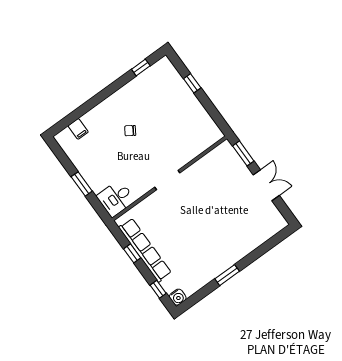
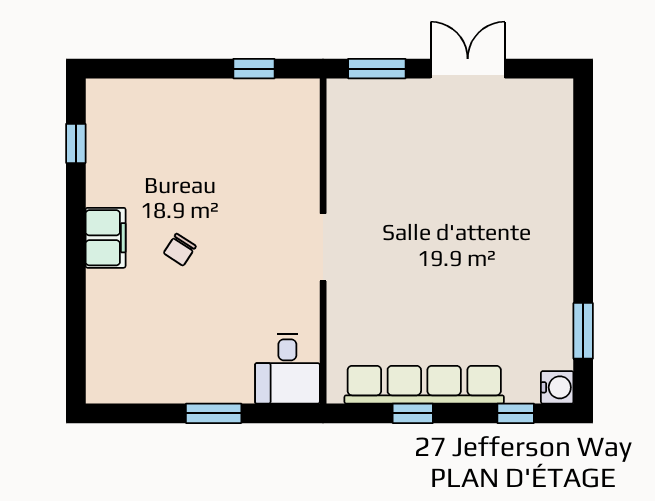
window: (192, 83) -> (254, 69), moved
filing cabinet: (78, 129) -> (106, 238), moved, width x2.00
window: (227, 275) -> (583, 331), moved

